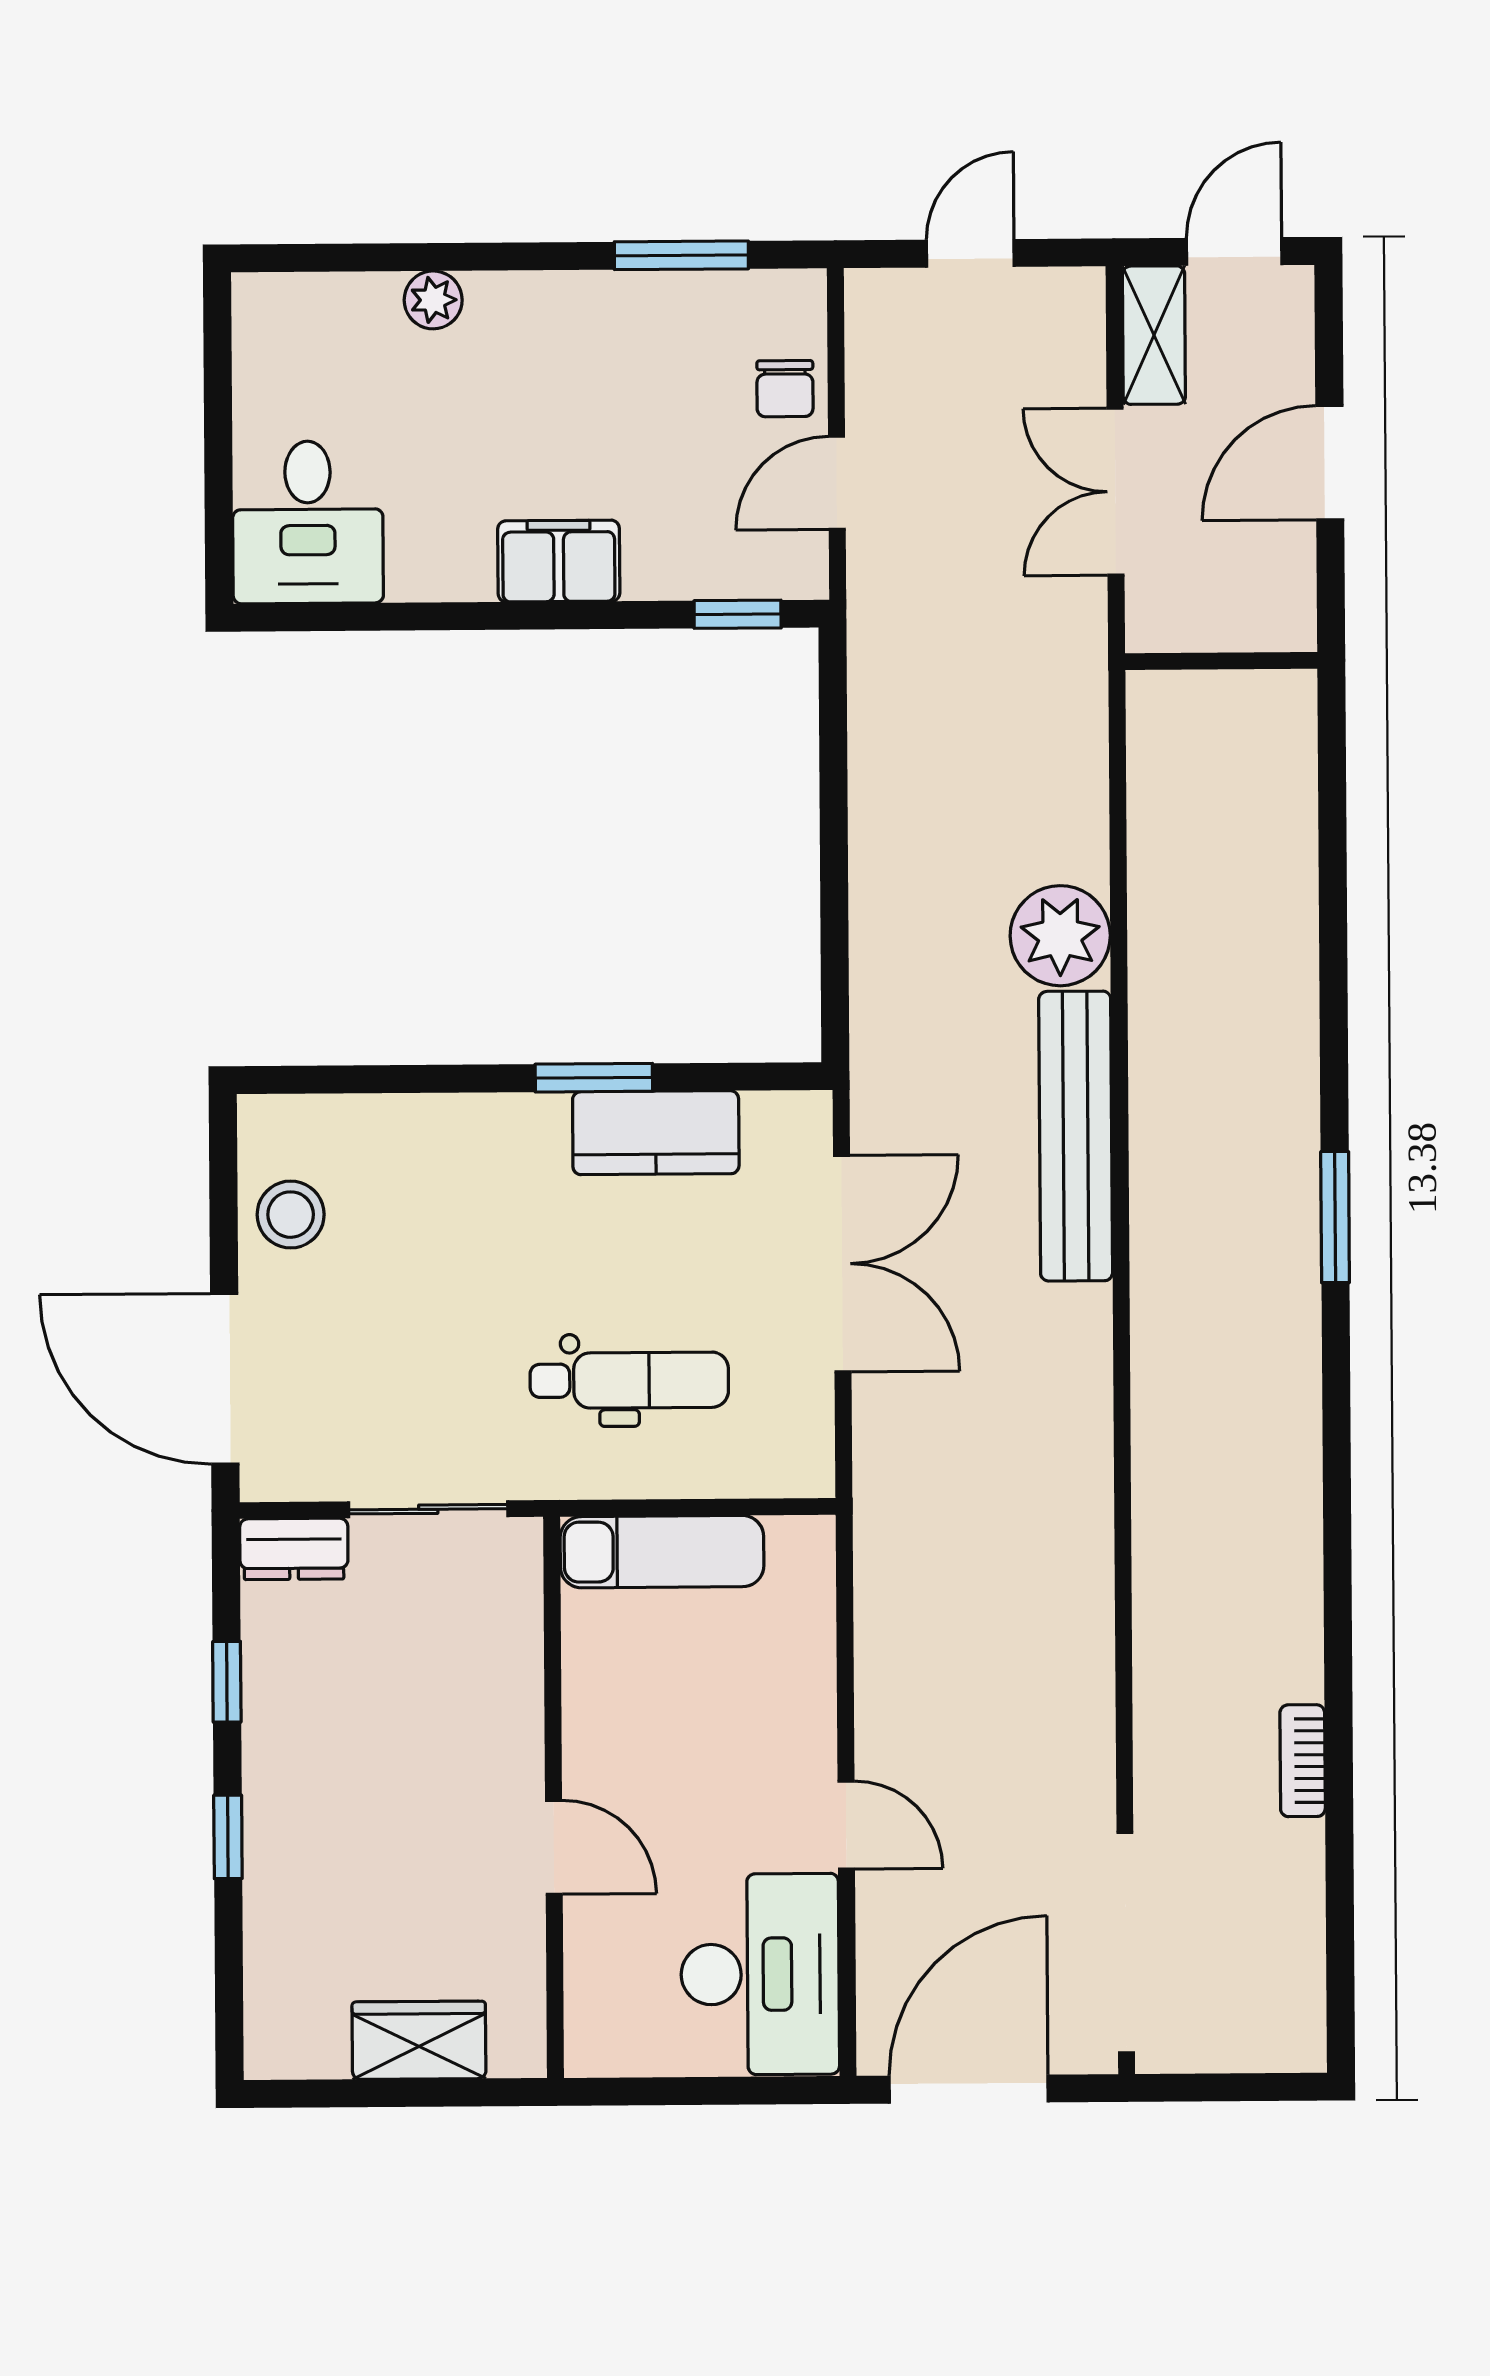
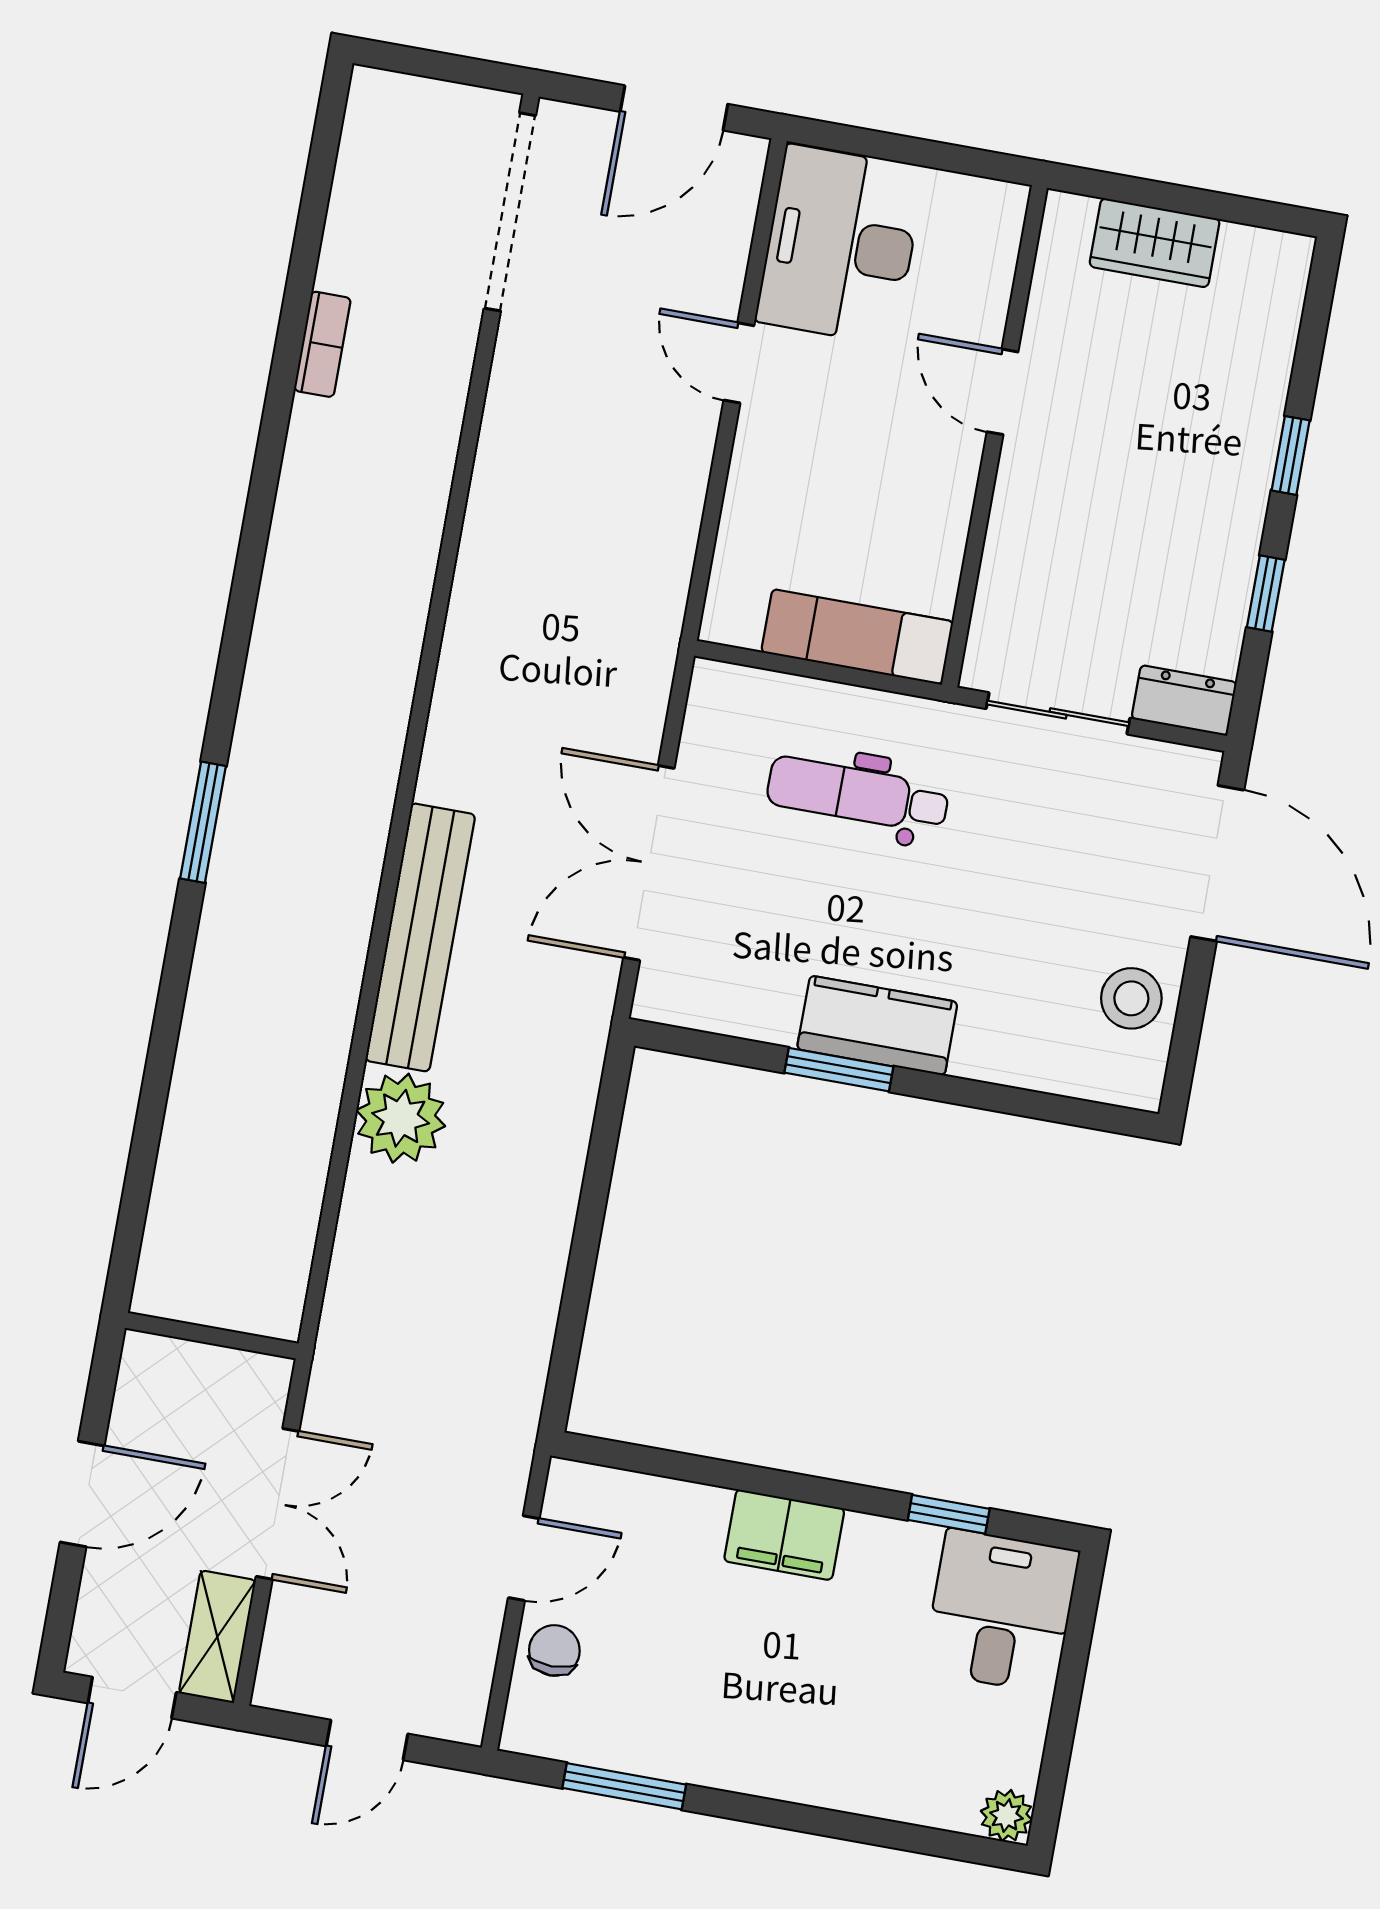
plant: (433, 300) -> (1006, 1816), moved
window: (738, 614) -> (949, 1514), moved
kitchen counter: (656, 1133) -> (877, 1026), moved
door: (969, 2089) -> (674, 108), width x0.73

